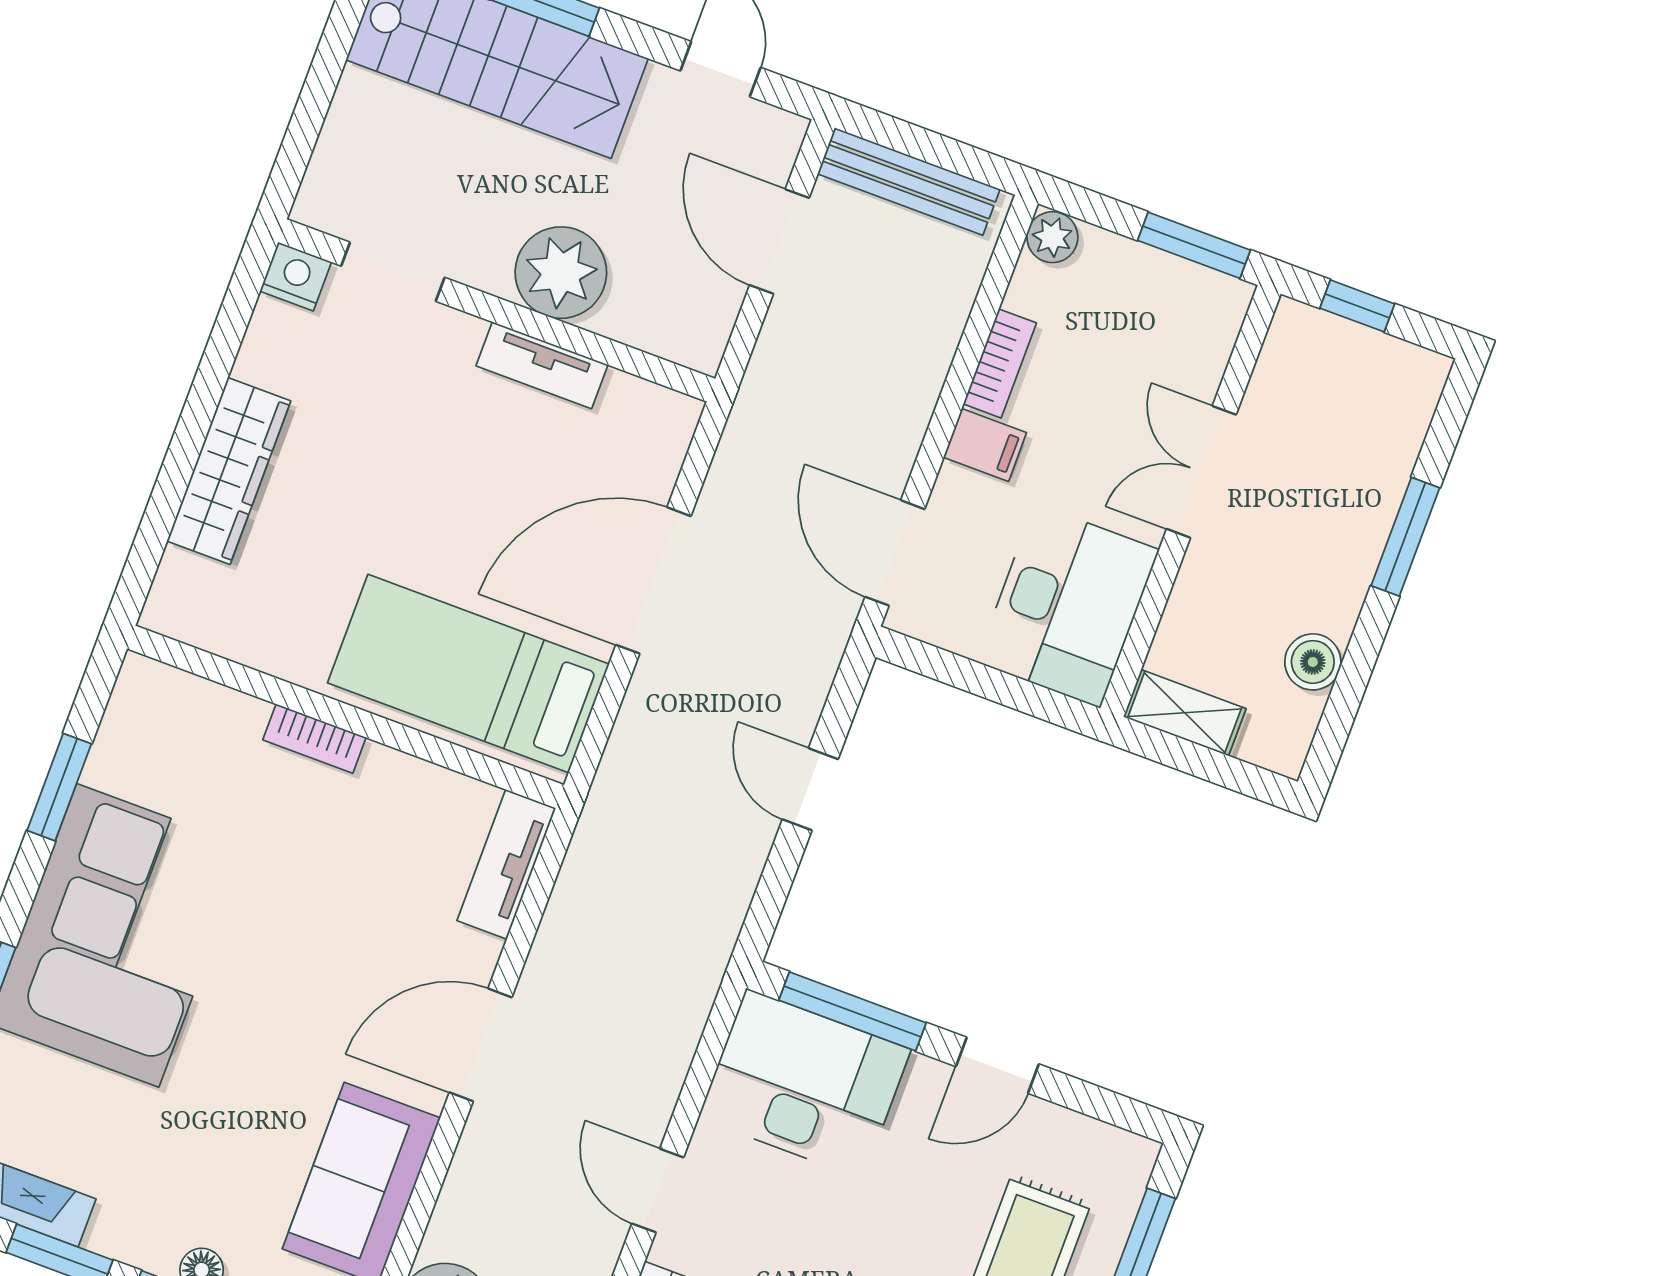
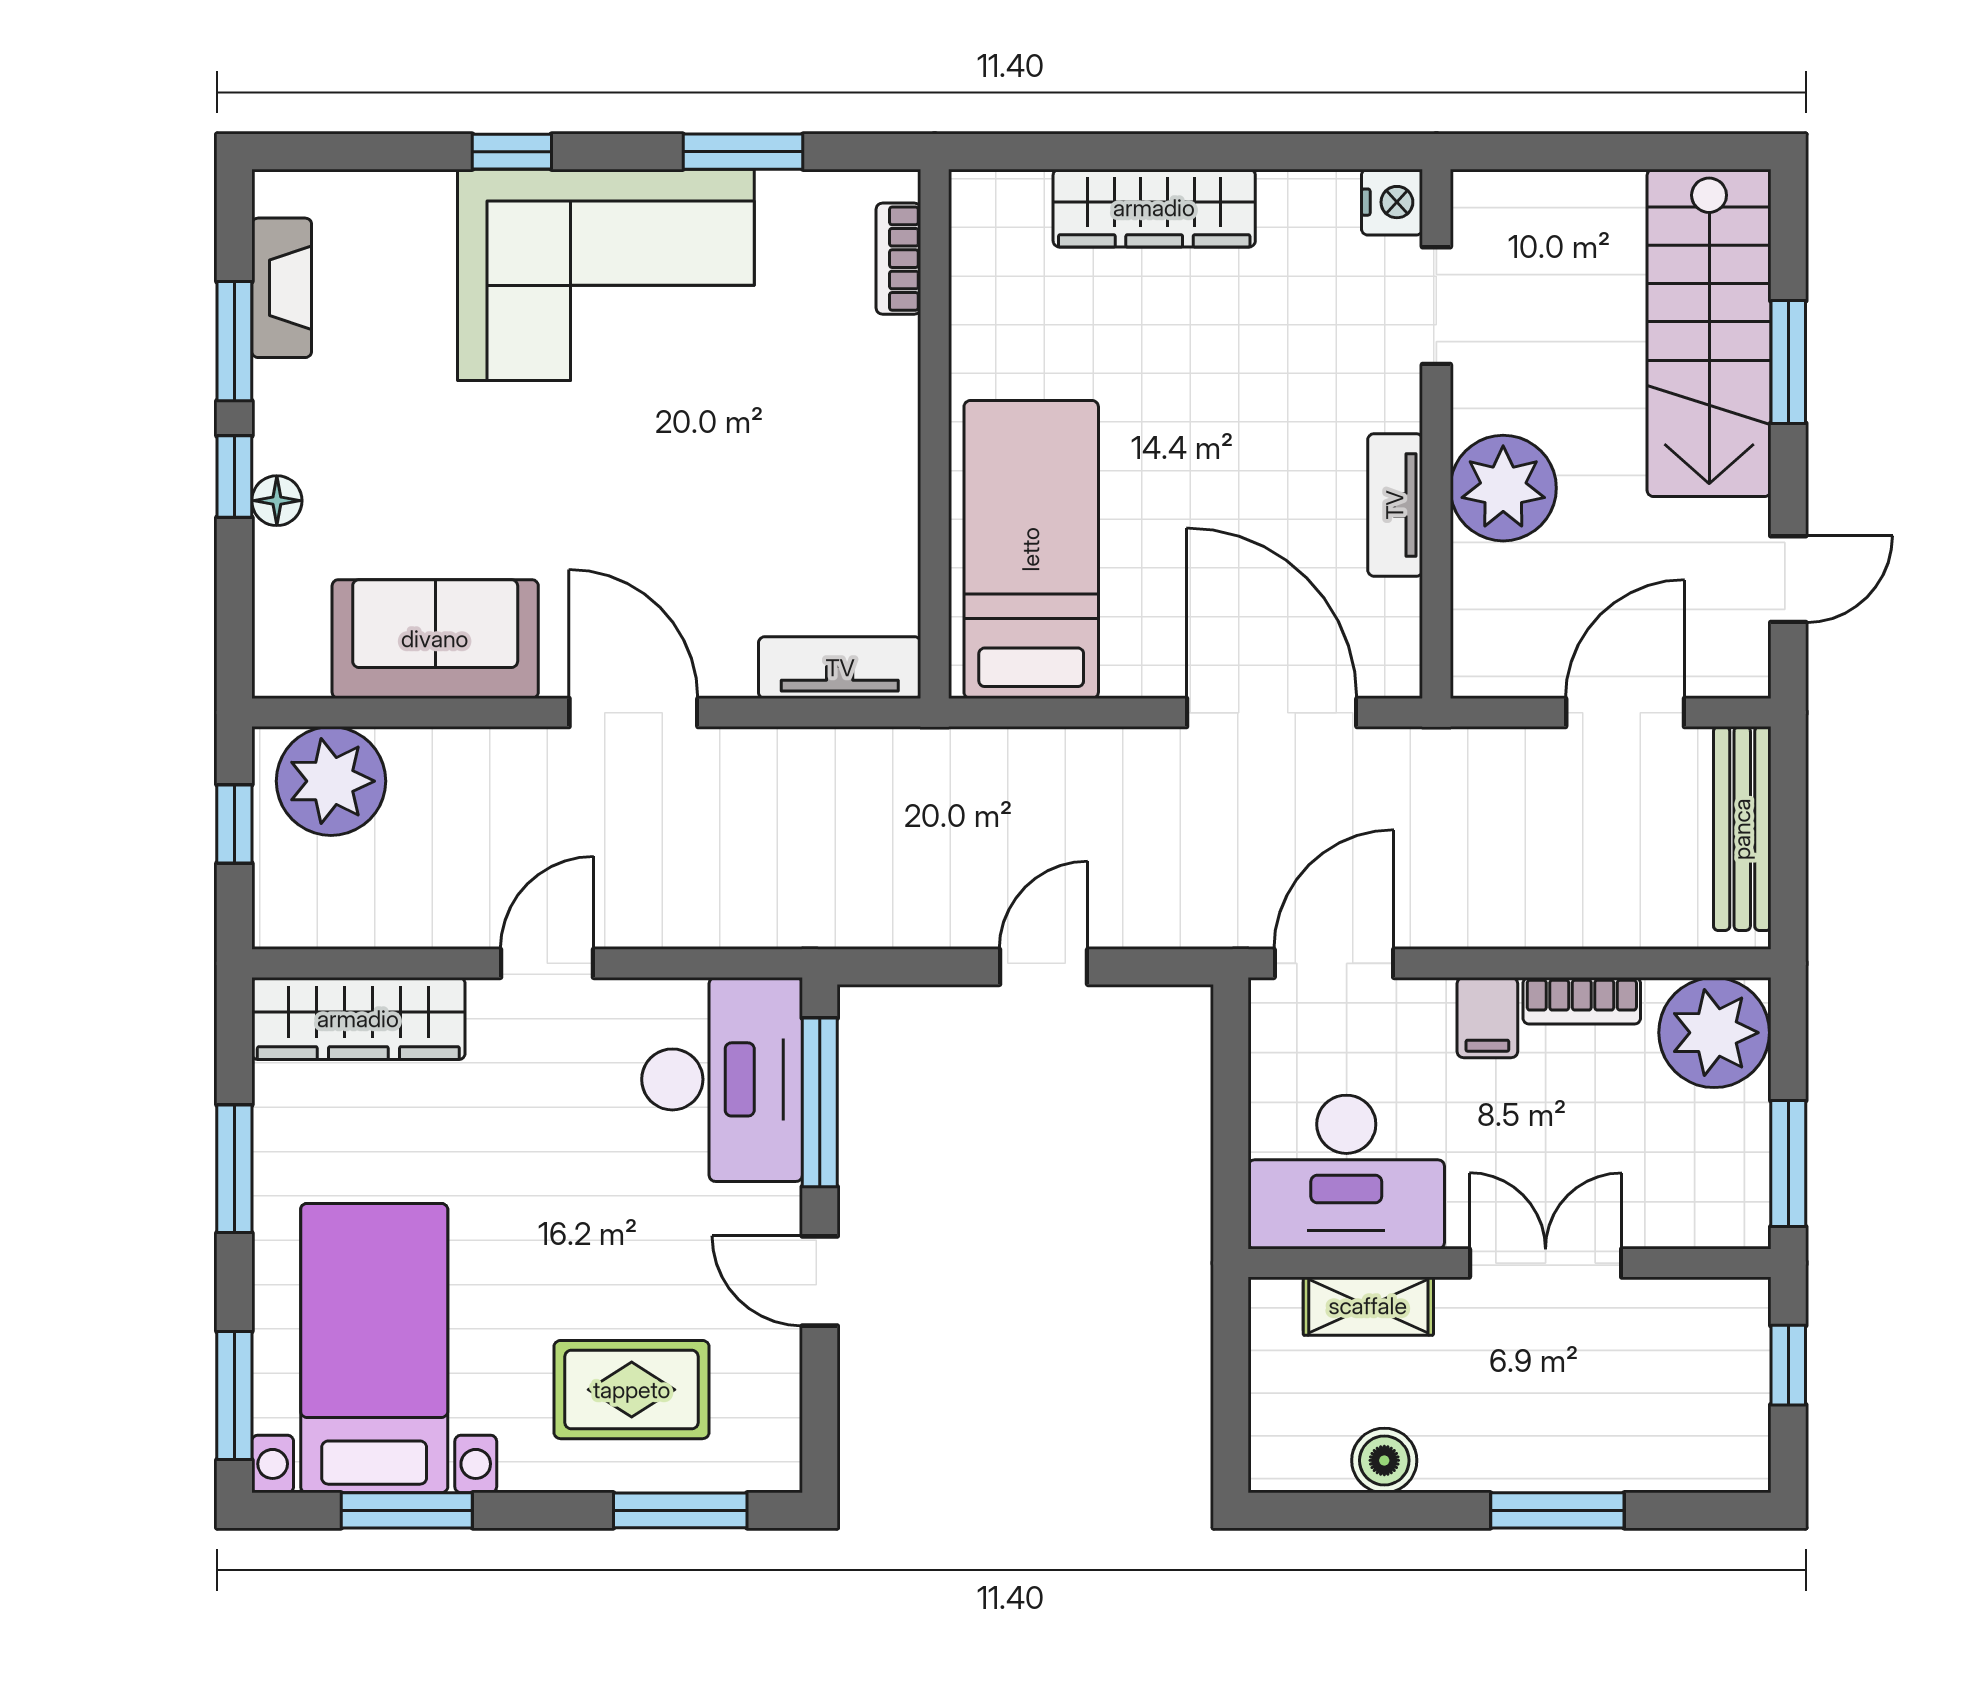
plant: (1052, 237) -> (1714, 1033), width x1.87, depth x1.87
door: (653, 580) -> (1272, 713), moved
shelving: (1185, 713) -> (1368, 1306), moved, turned 90
bookcase: (314, 739) -> (898, 259), moved

